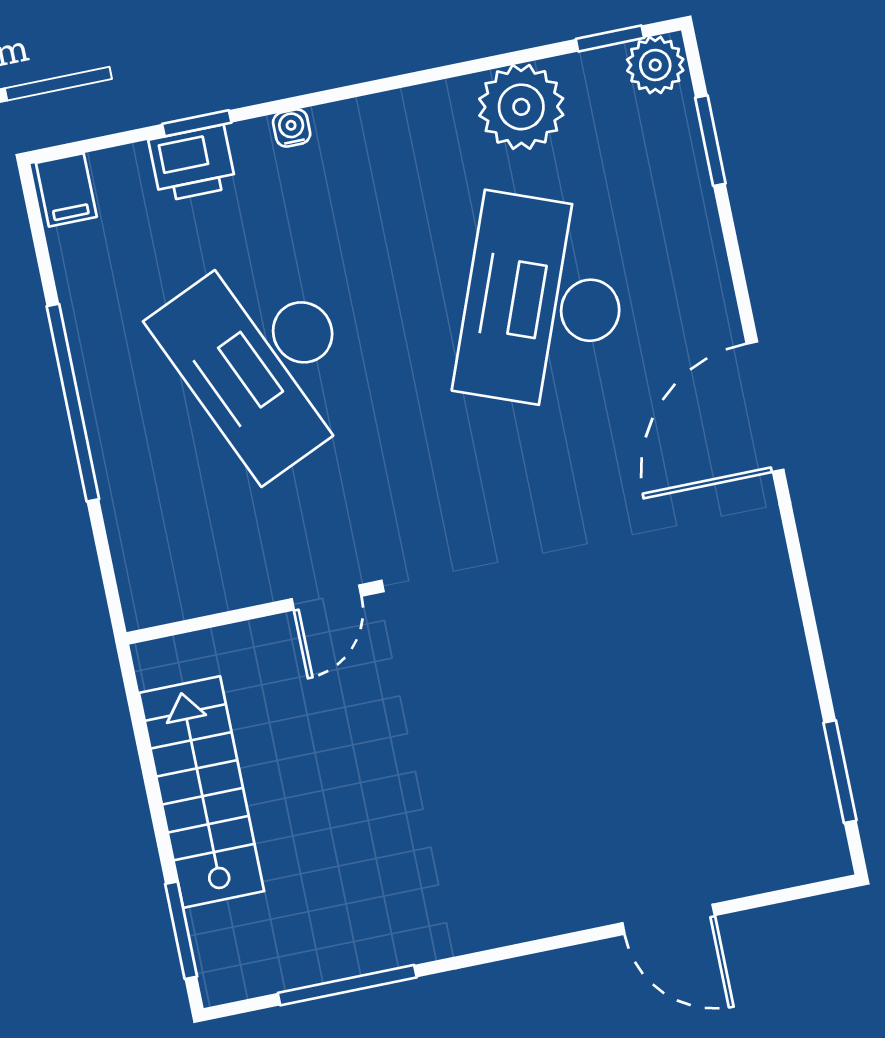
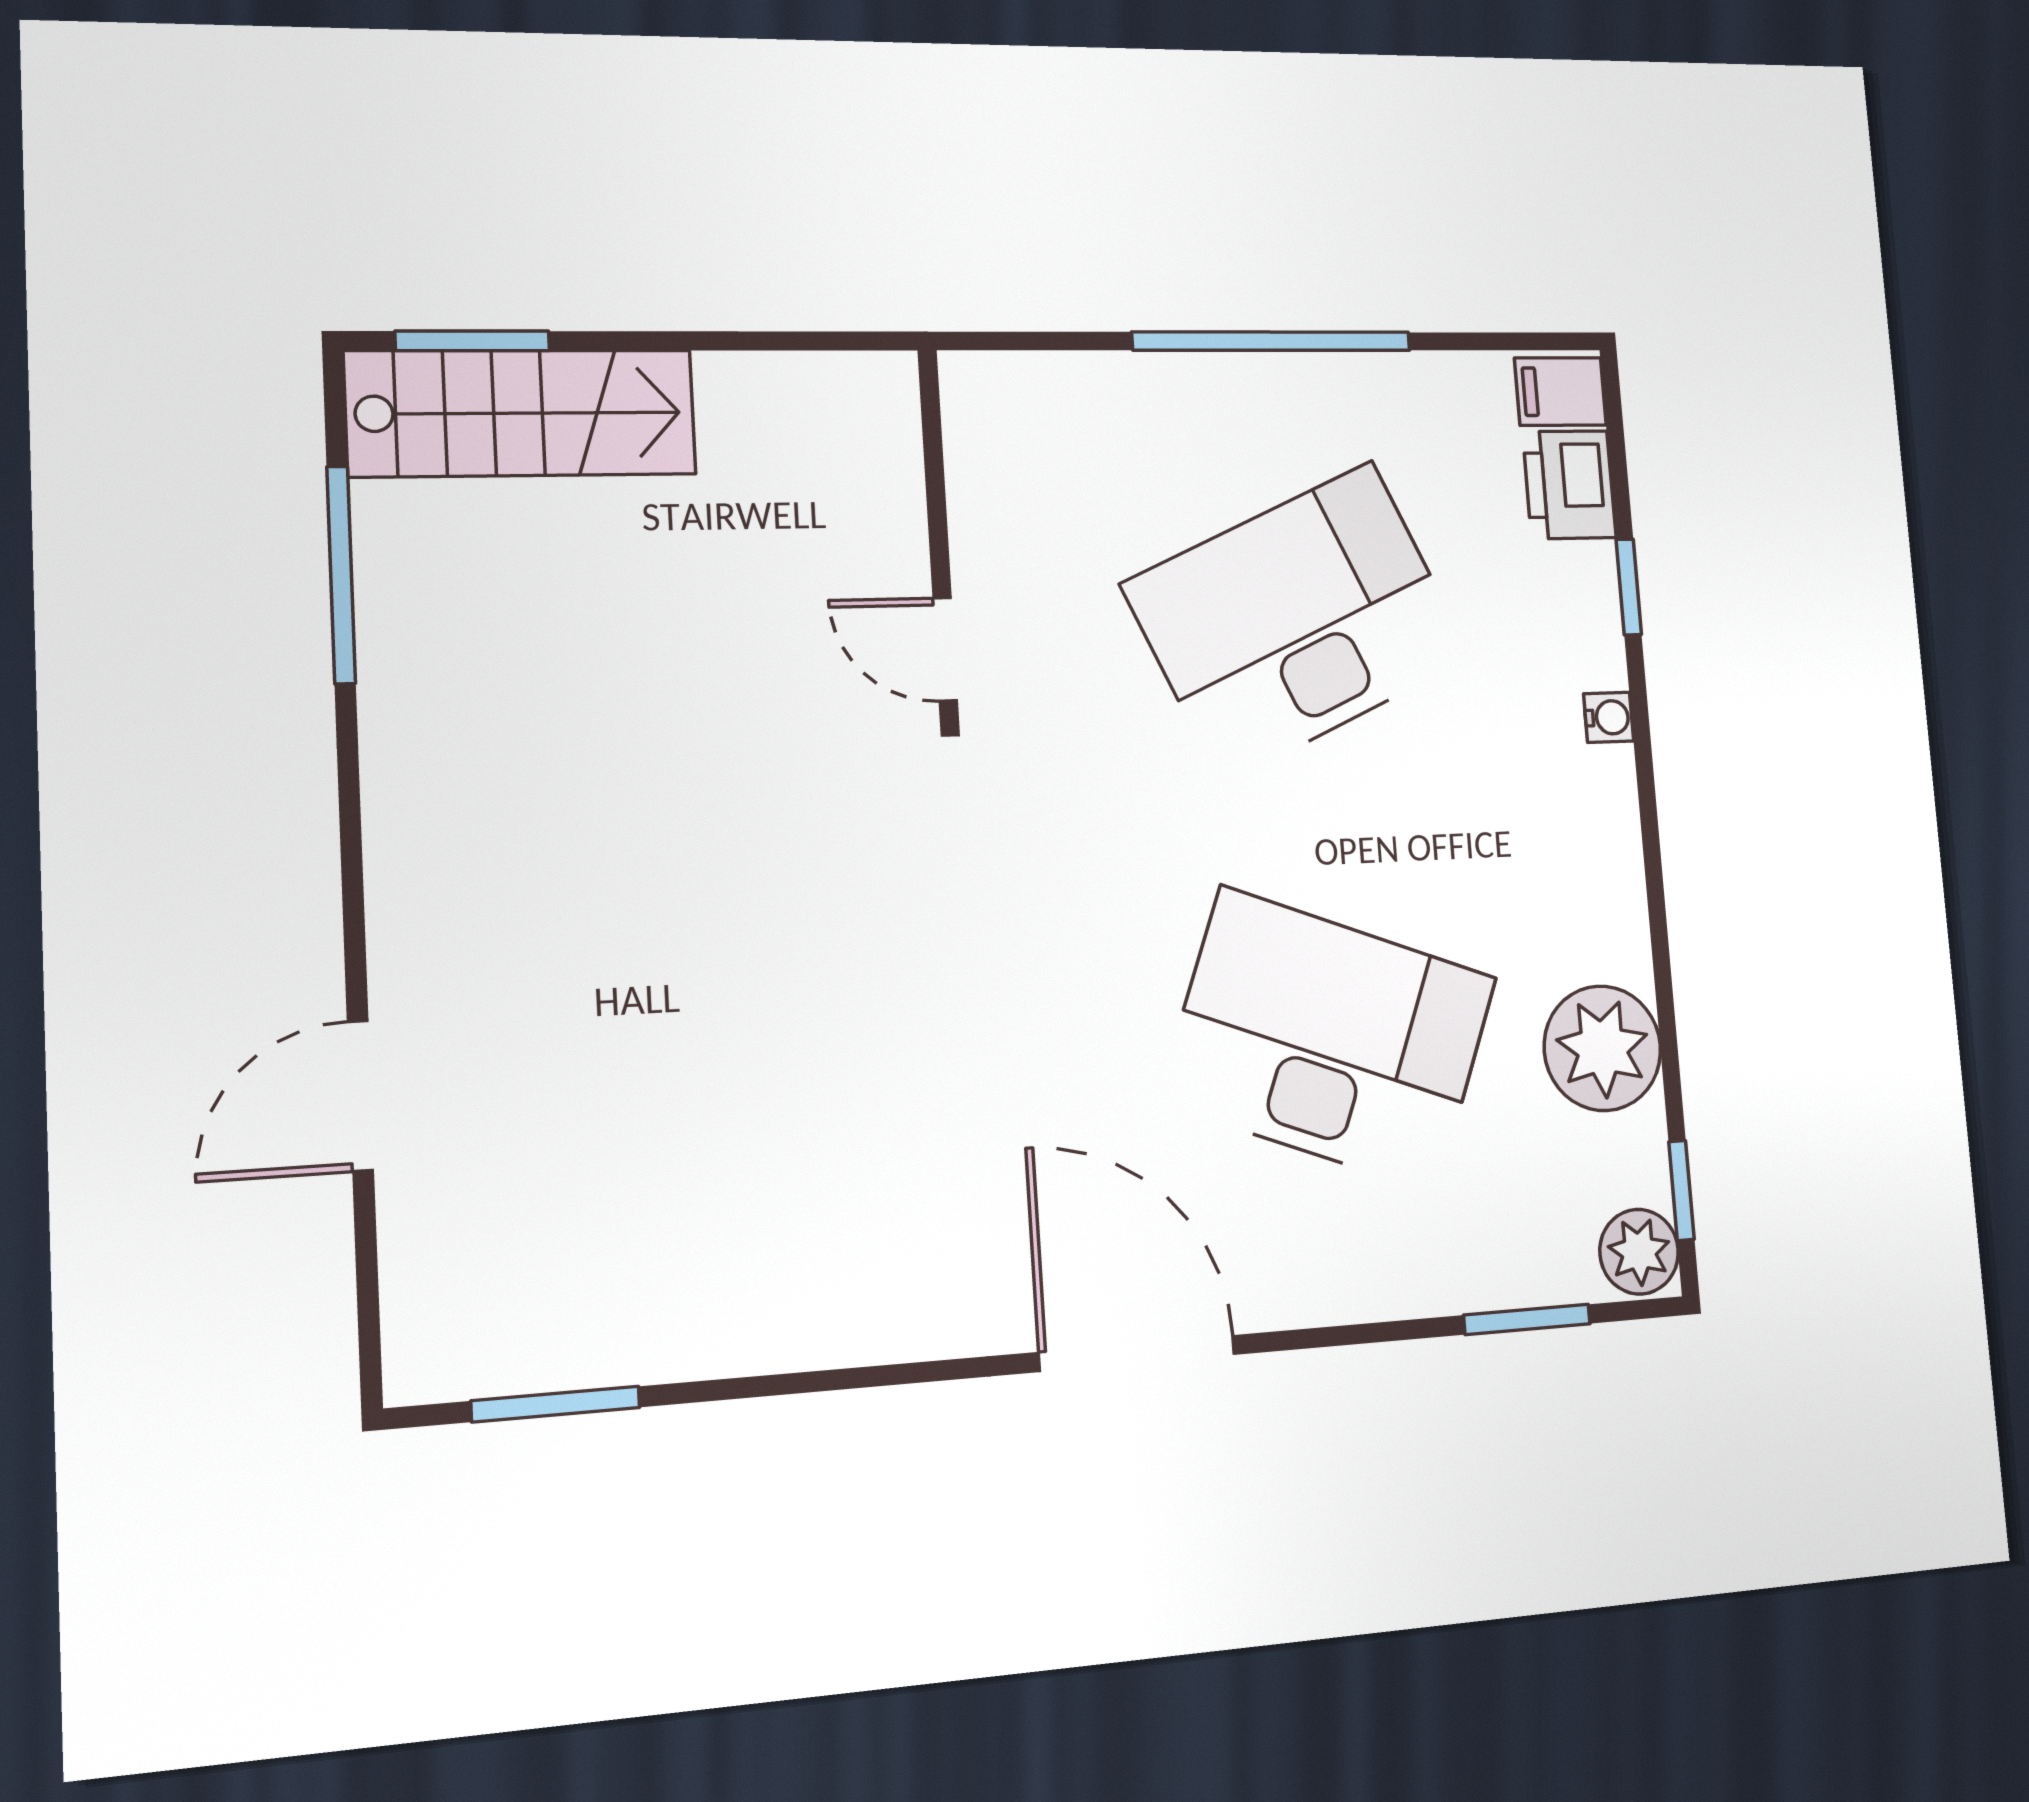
printer: (192, 163) -> (1569, 485), moved
stairs: (202, 792) -> (521, 413), moved

